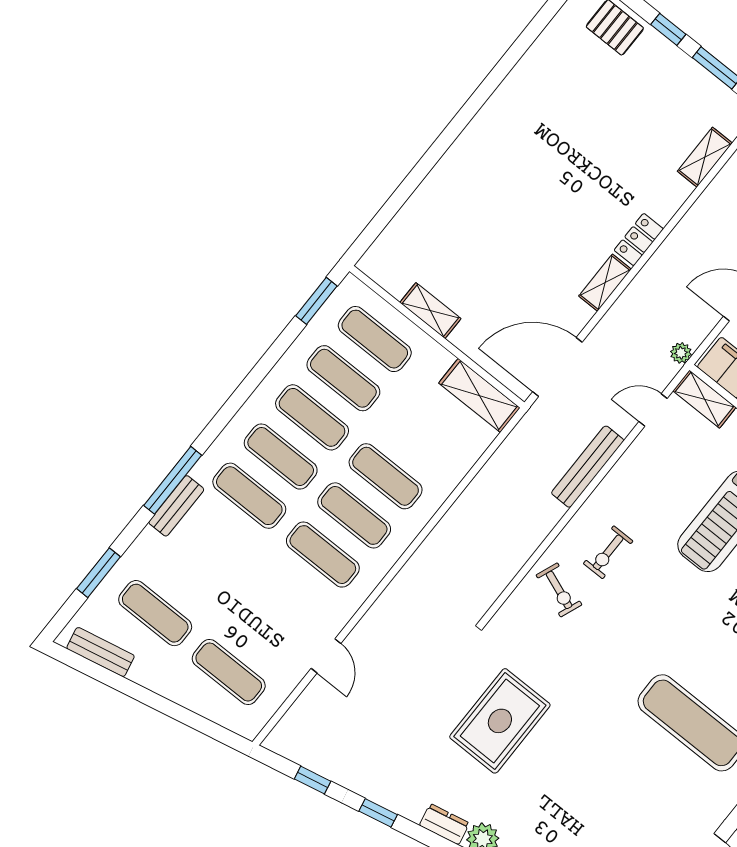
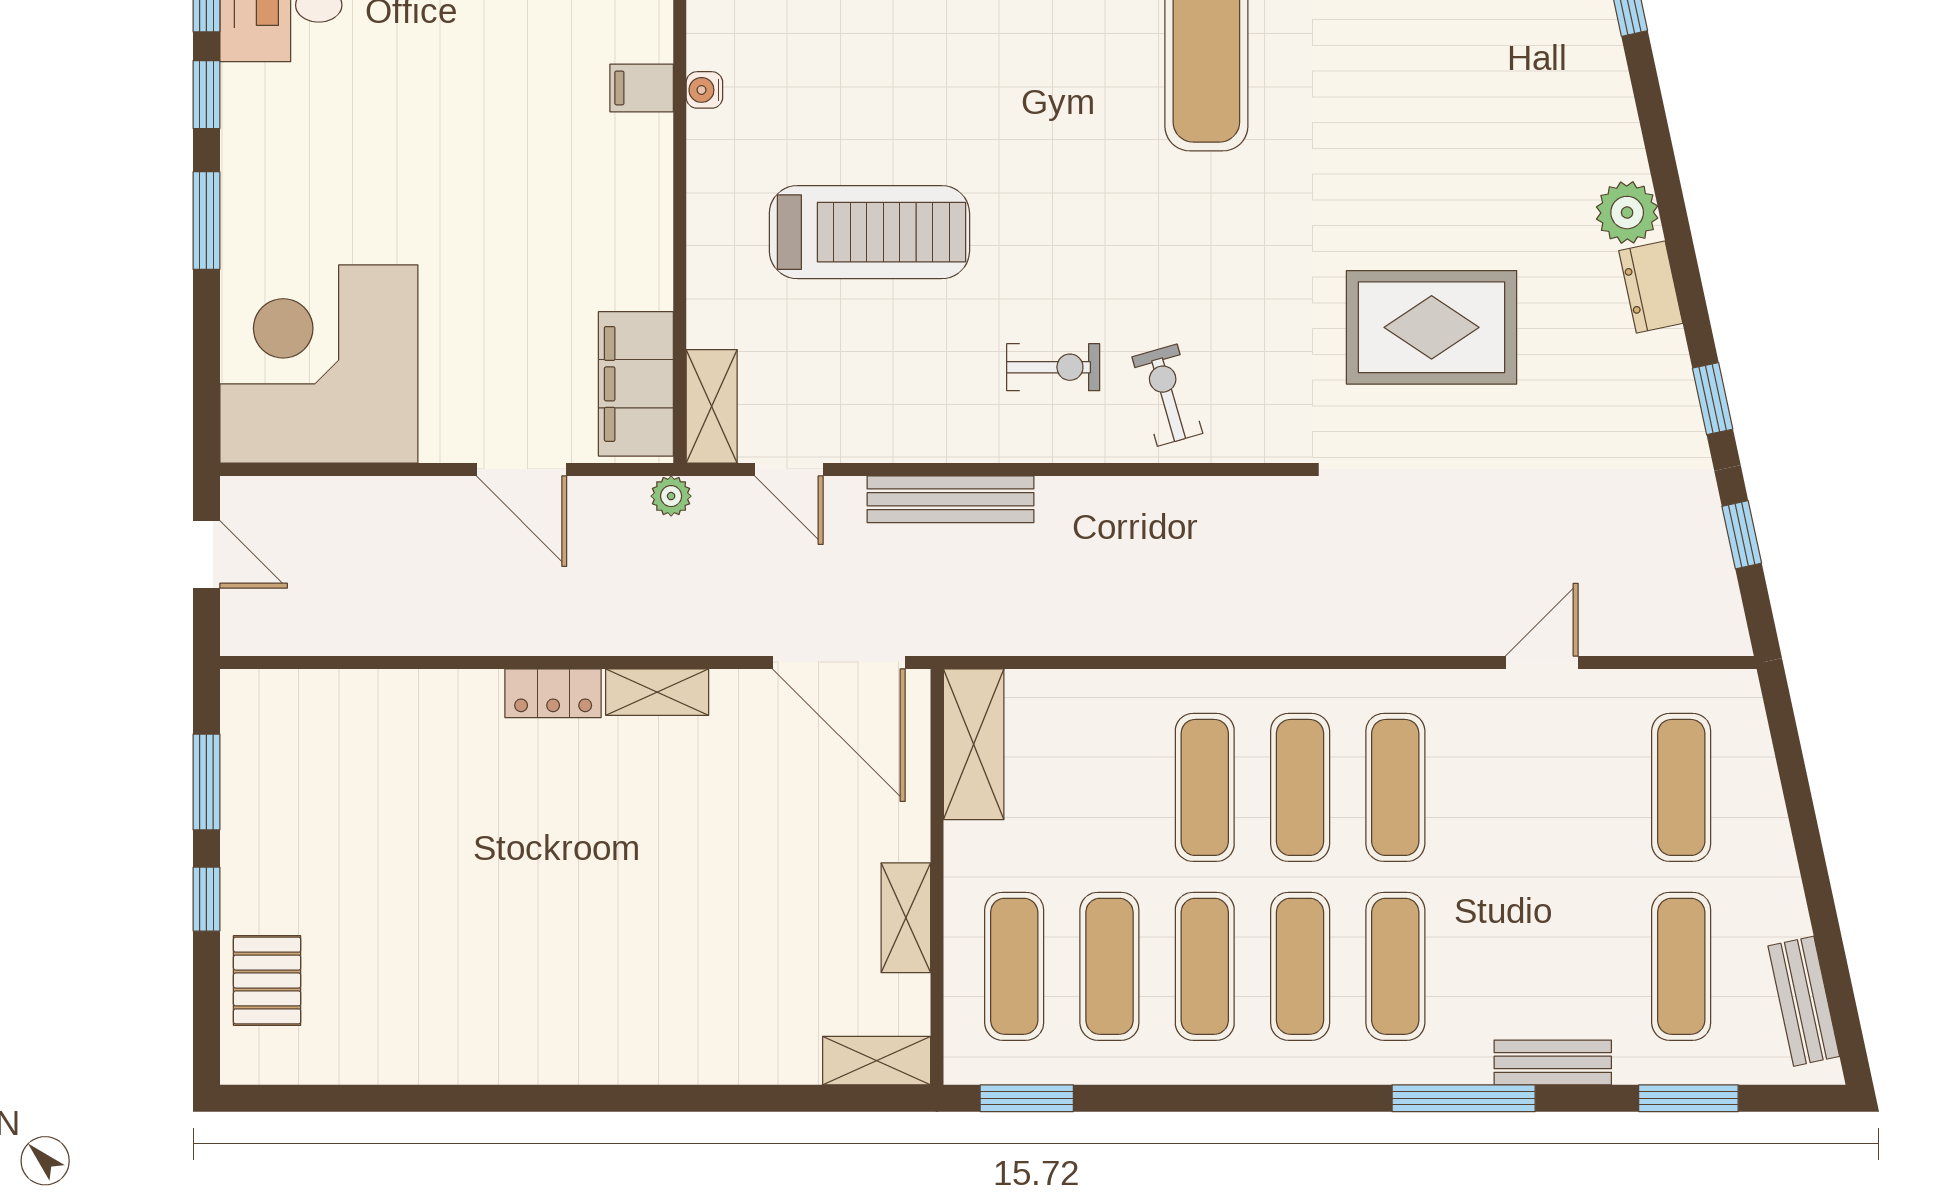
shelving: (705, 157) -> (877, 1061), moved
bench: (176, 506) -> (1553, 1062), moved
exercise bike: (559, 590) -> (1167, 395), turned -37

